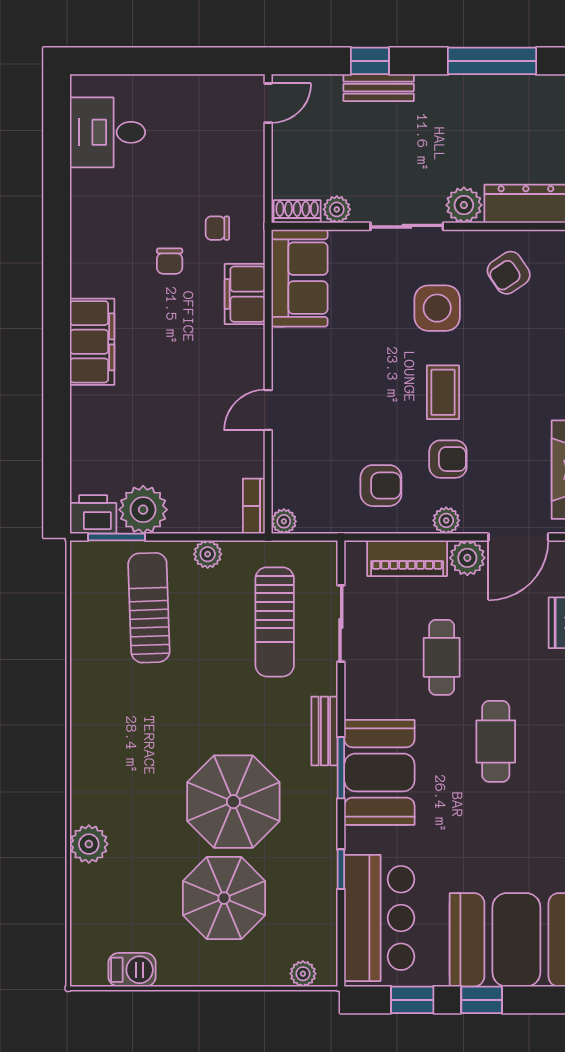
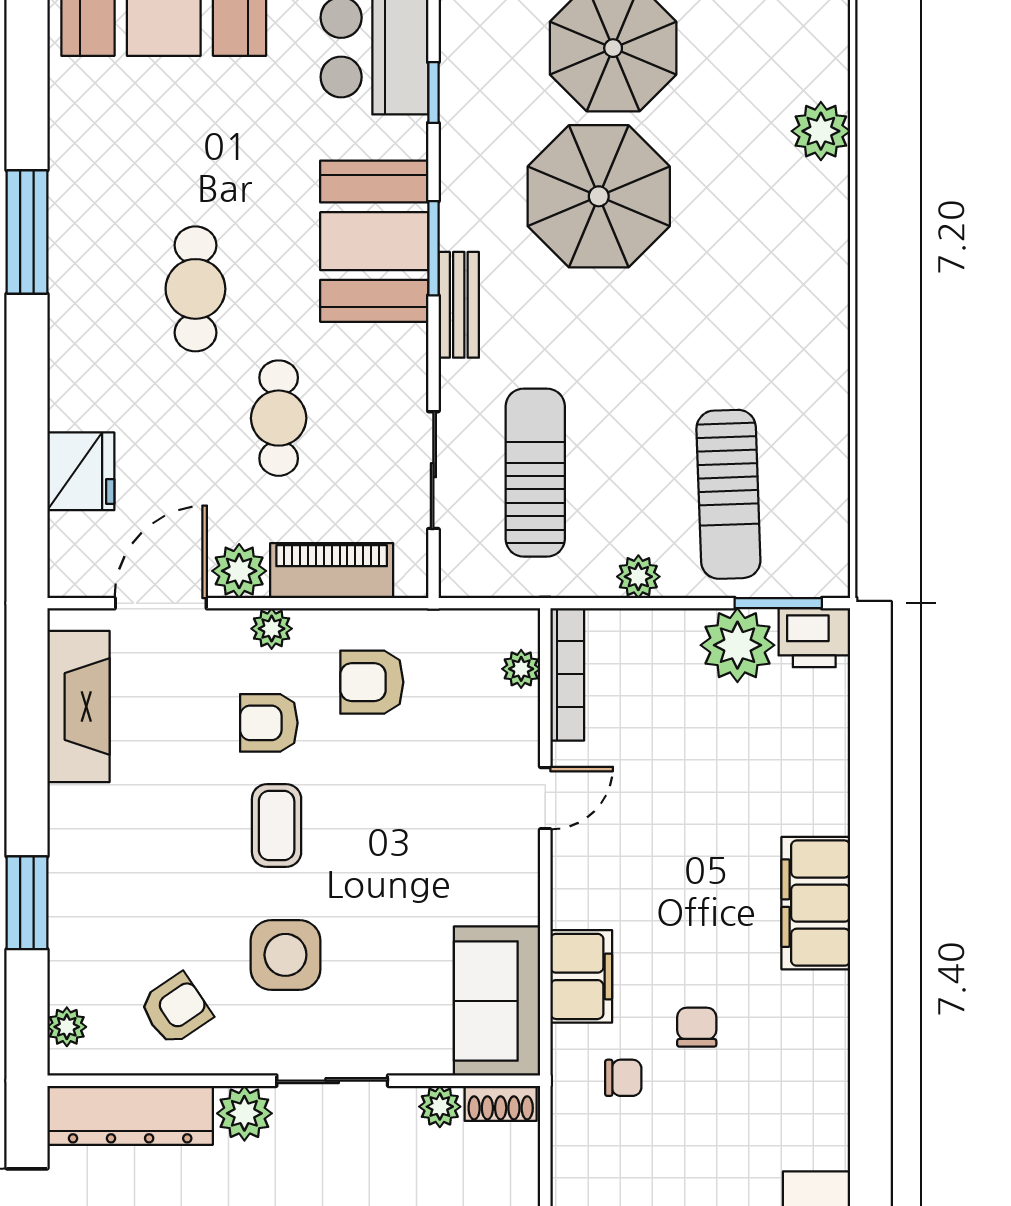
bookcase: (254, 506) -> (567, 674), width x1.56
plant: (284, 521) -> (521, 669), moved

